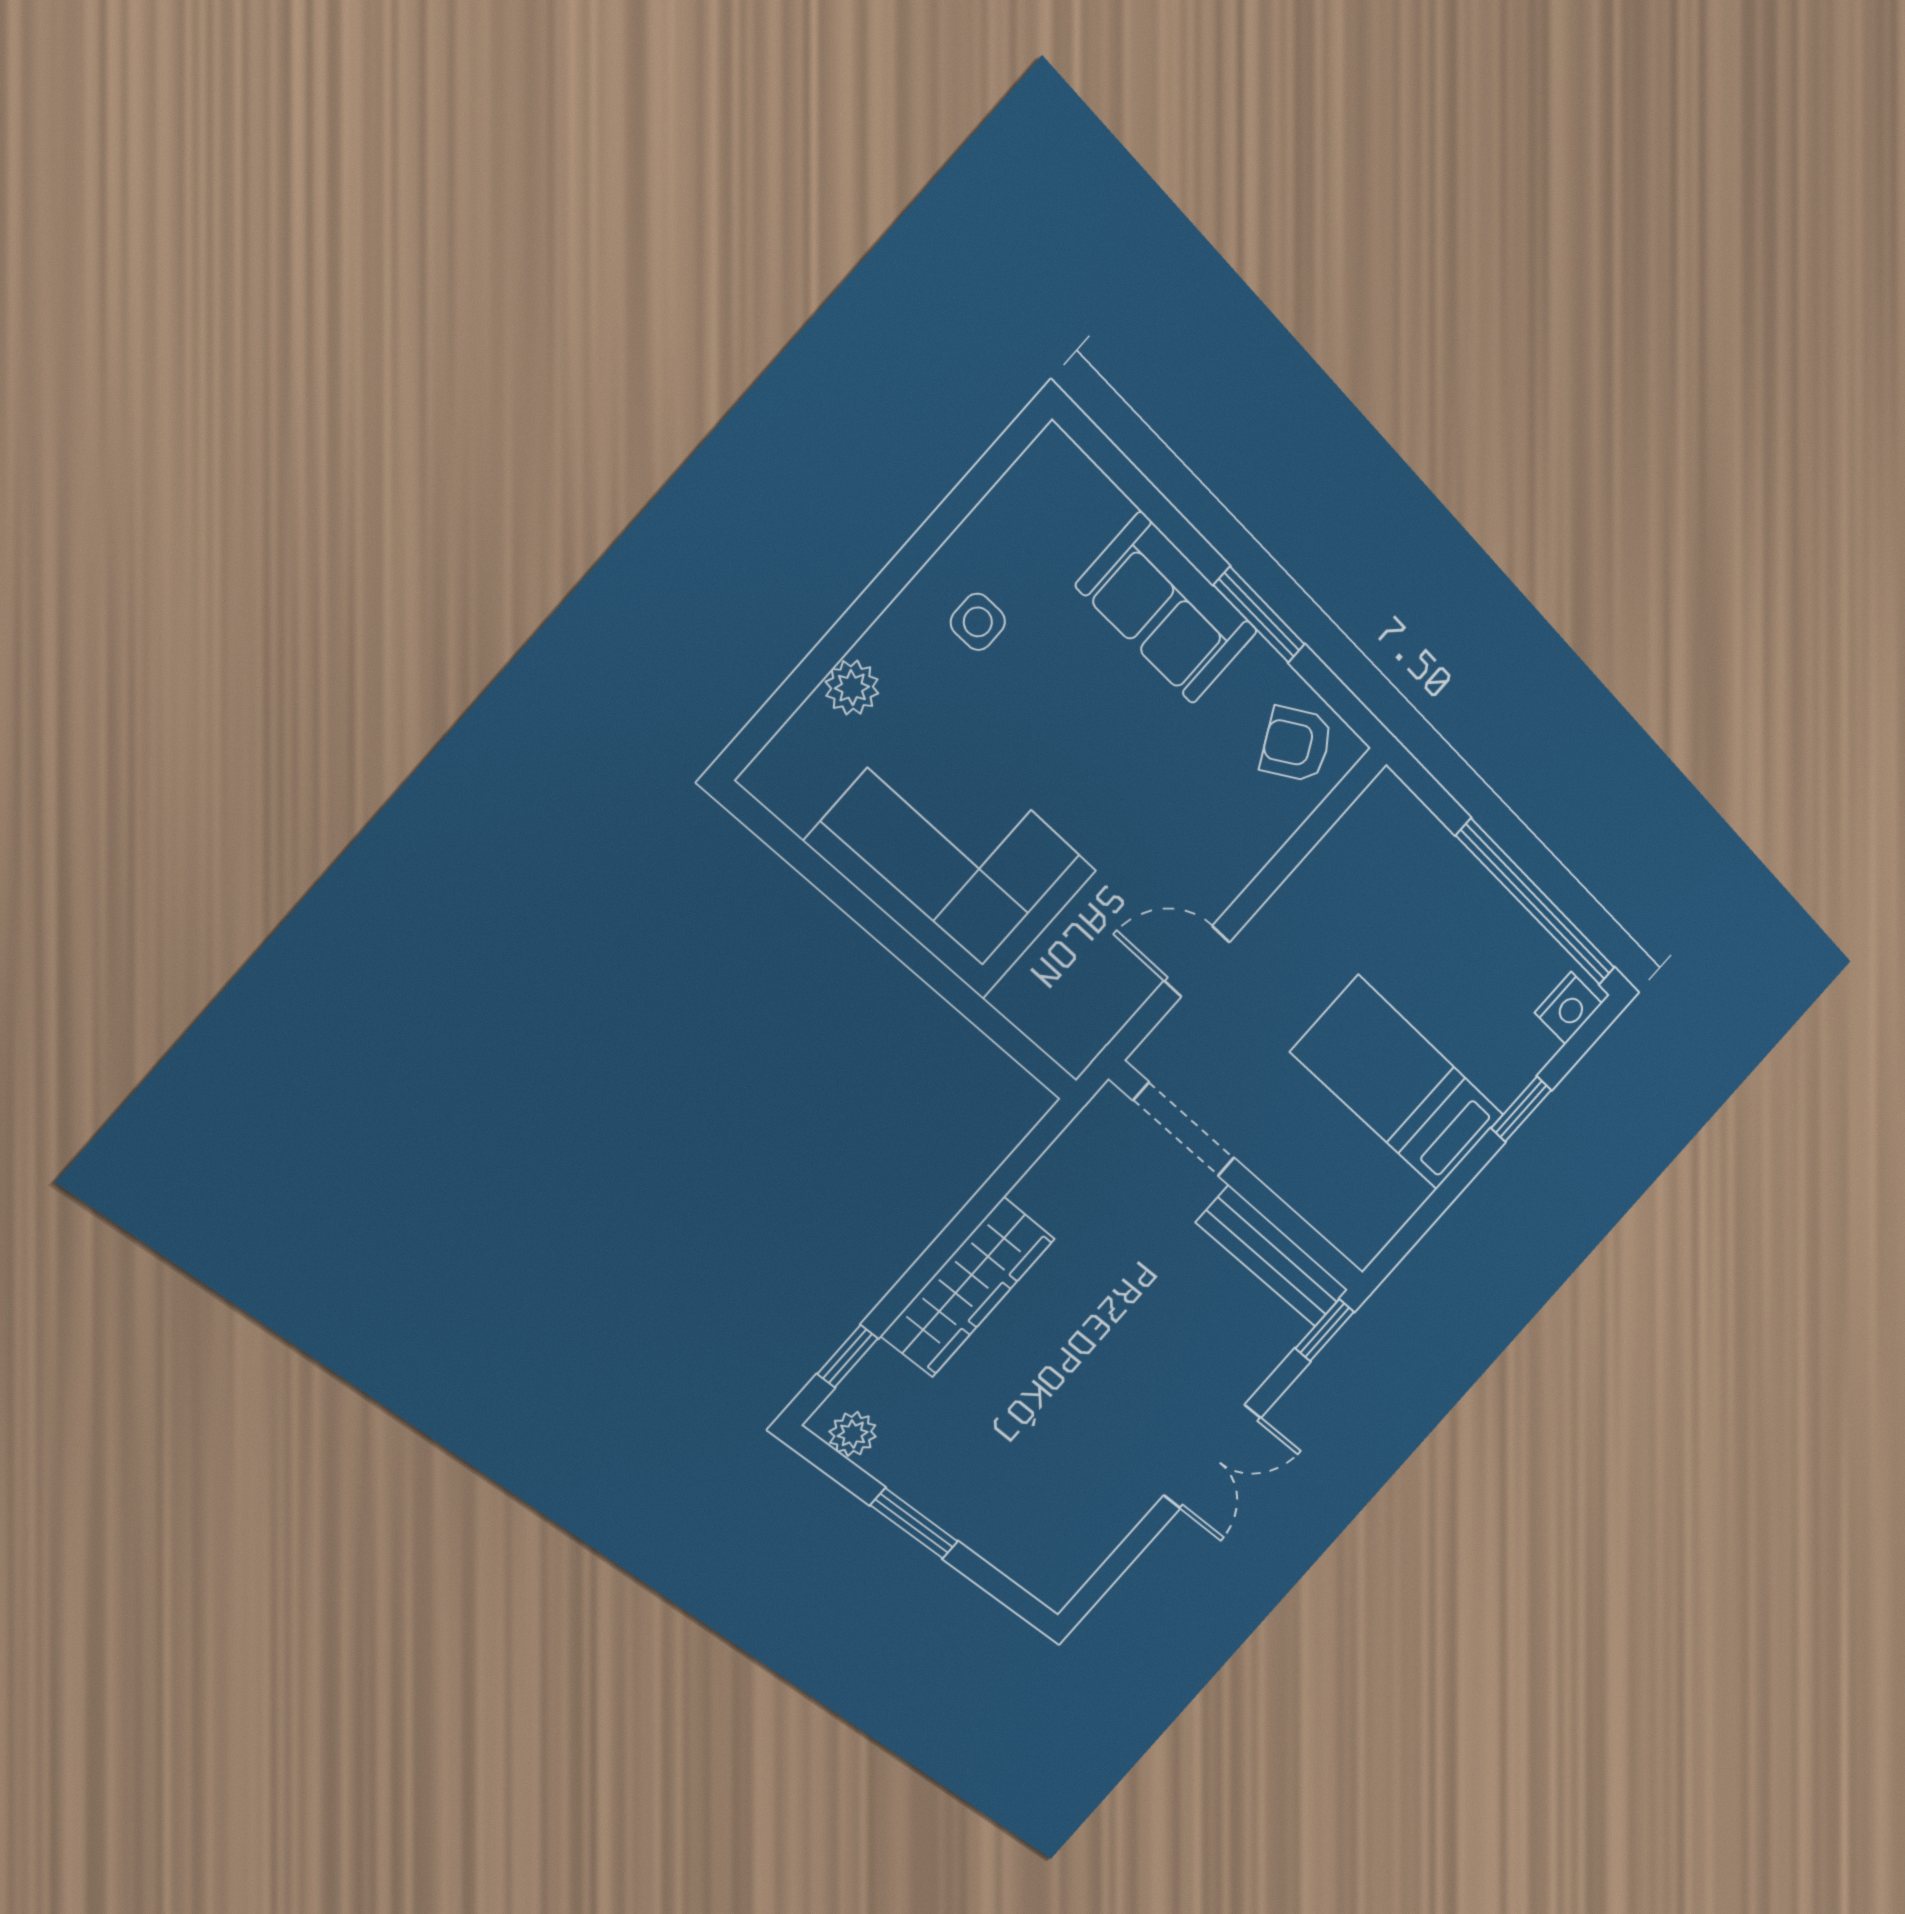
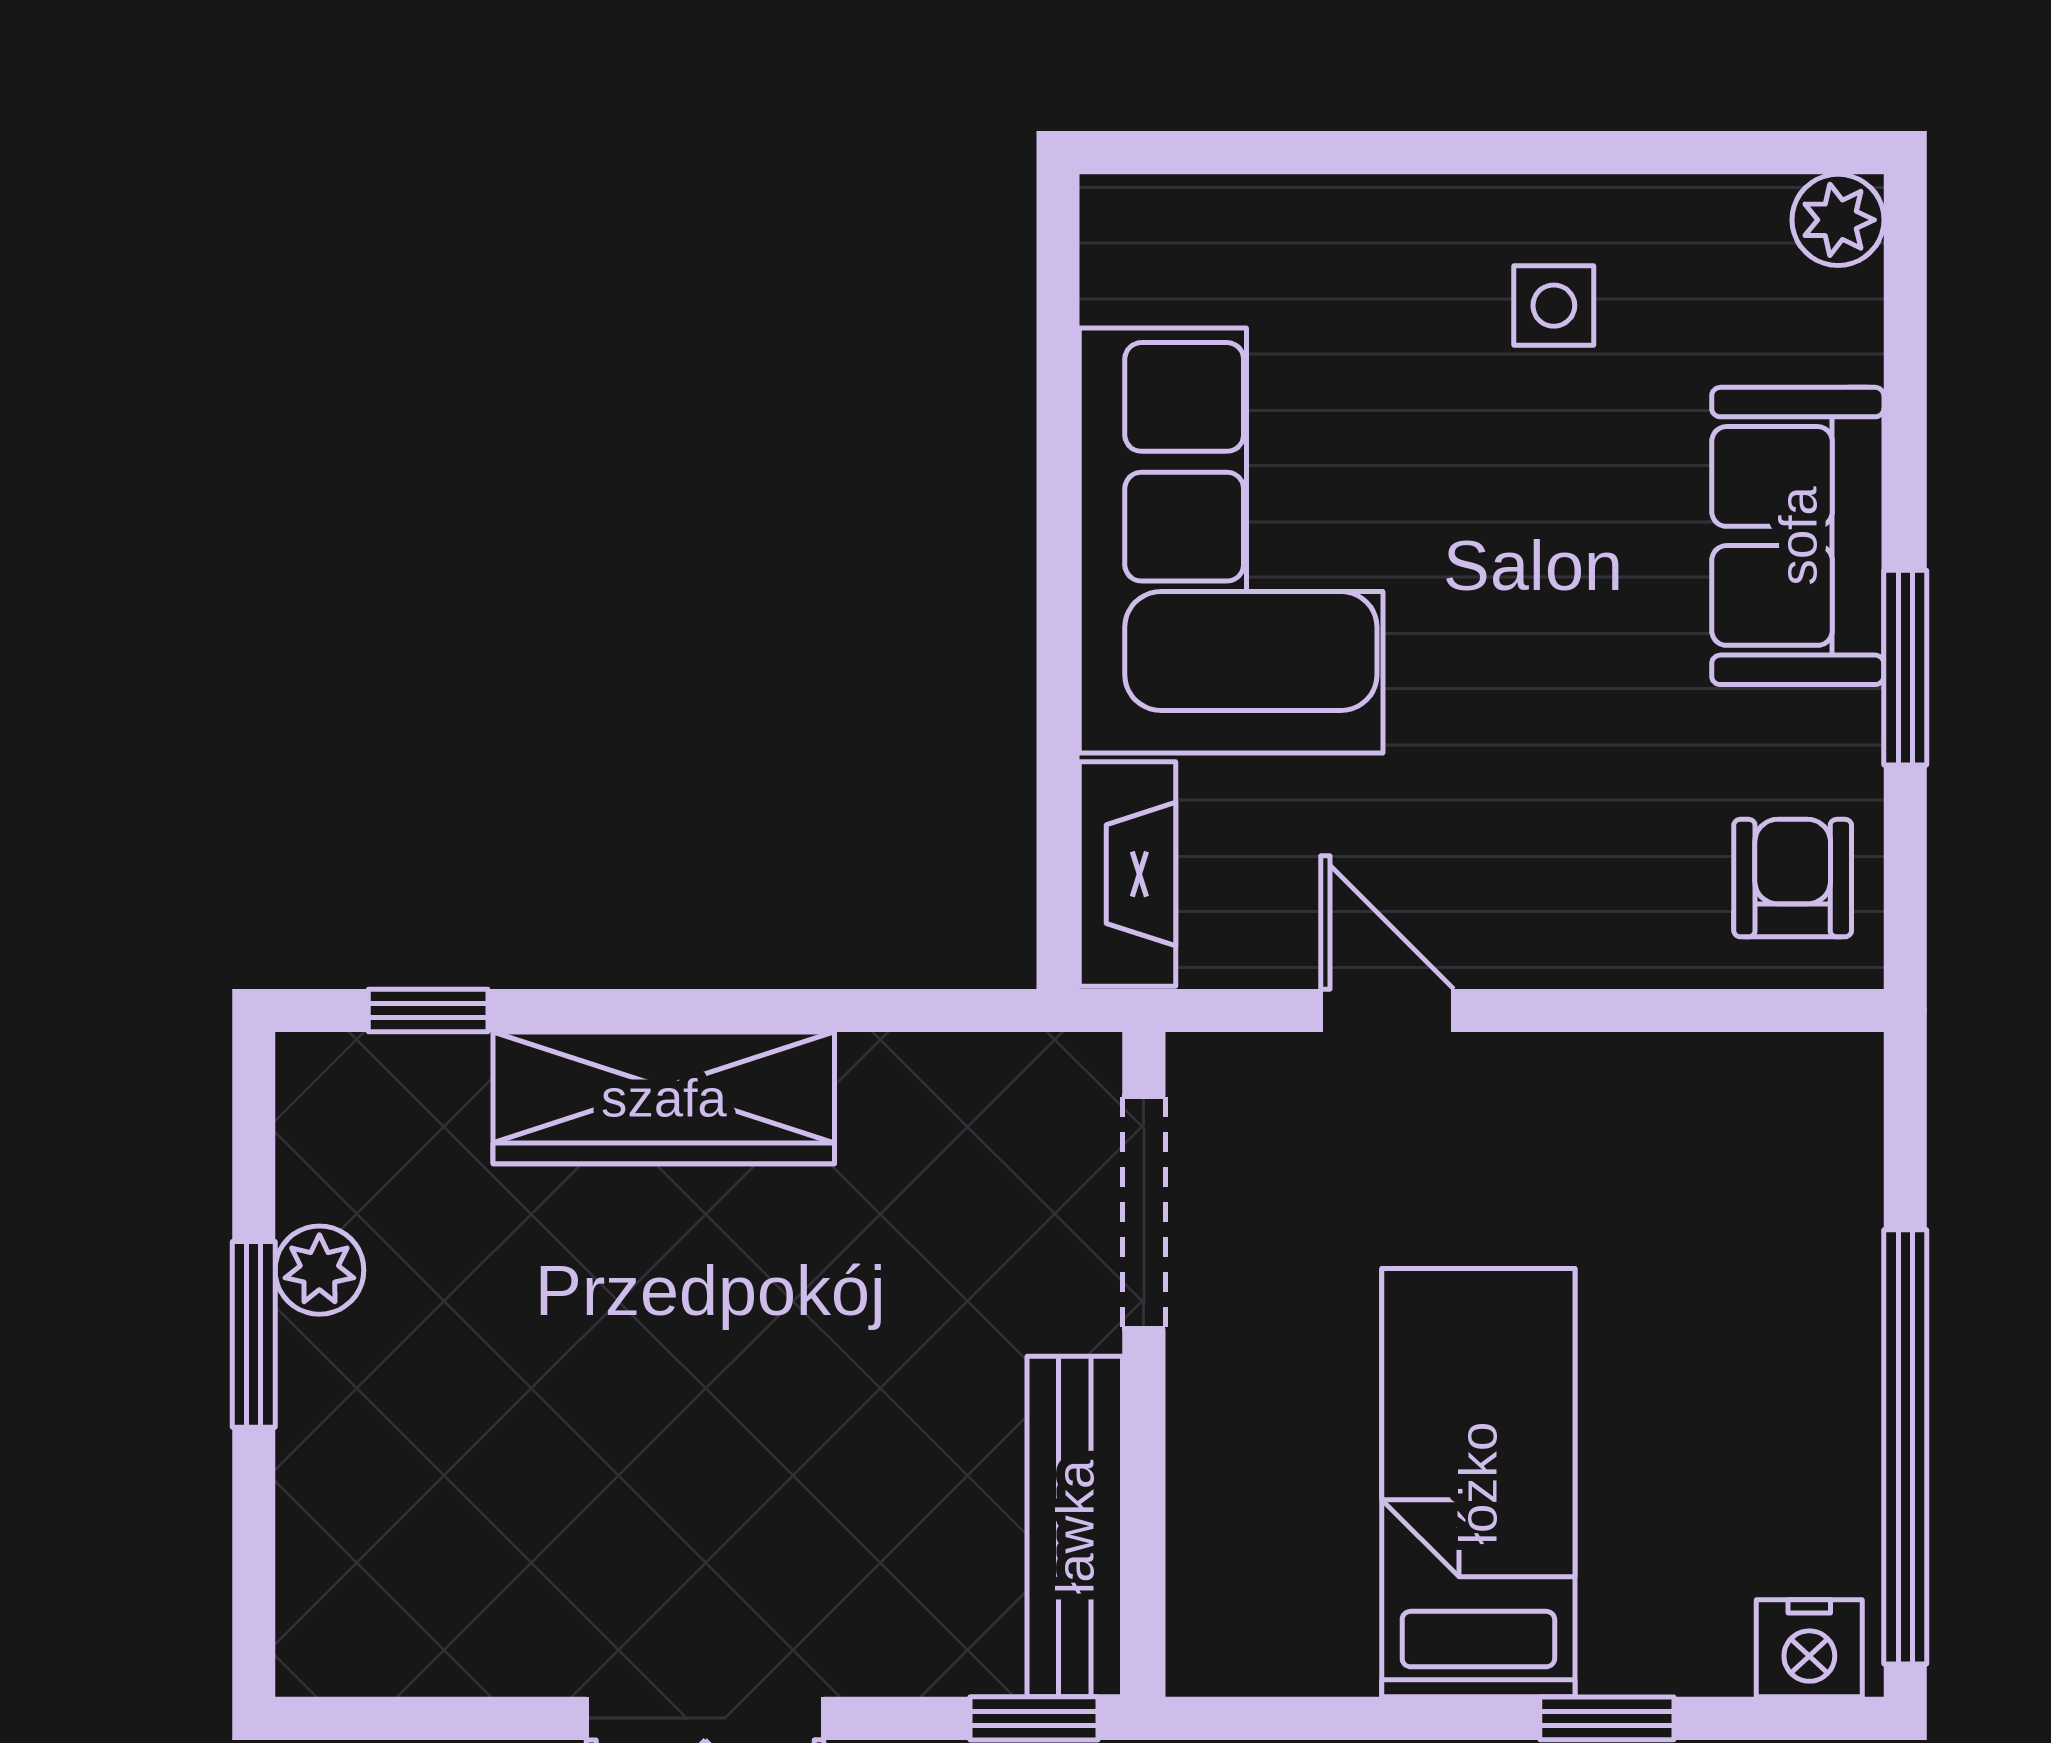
plant: (852, 688) -> (1838, 220), moved
armchair: (1297, 744) -> (1793, 878), turned 30
fireplace: (1049, 1021) -> (1128, 874), added
plant: (853, 1434) -> (319, 1270), moved

